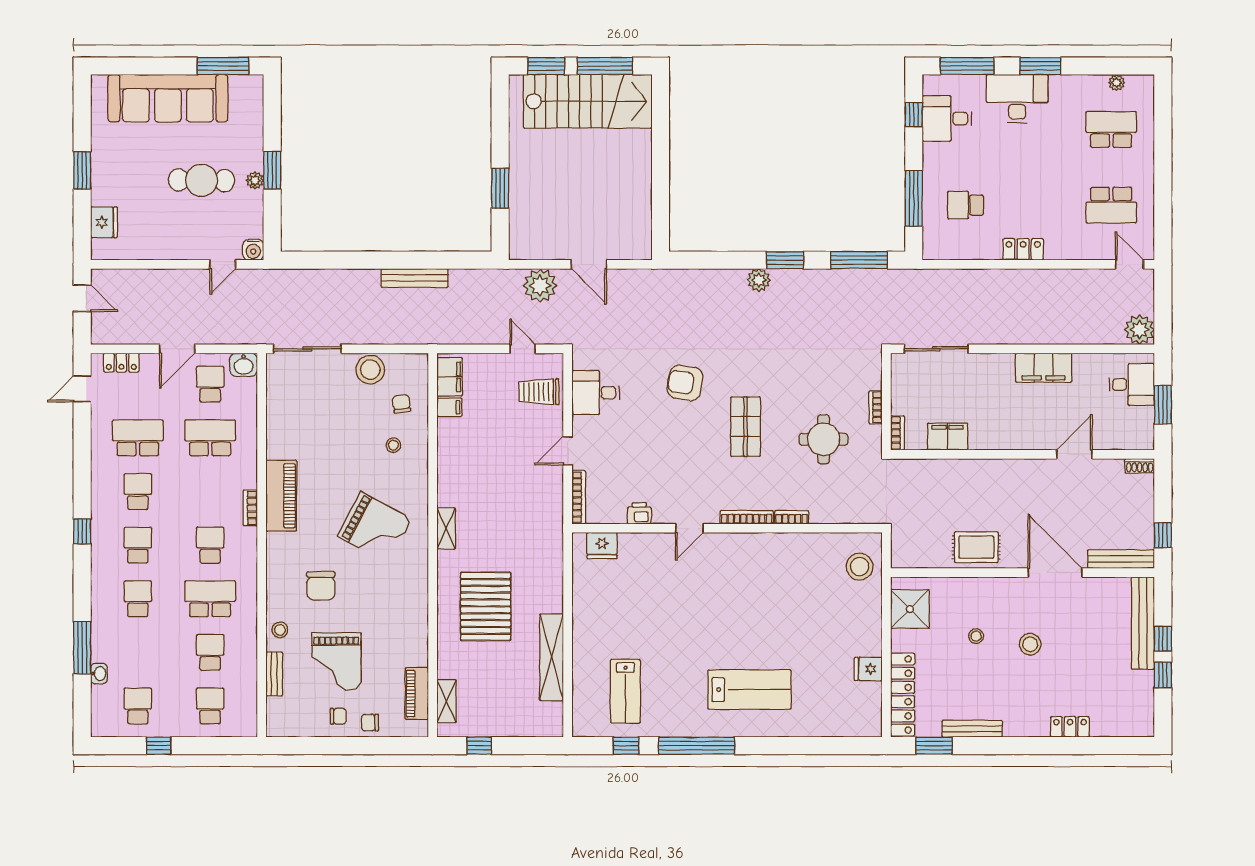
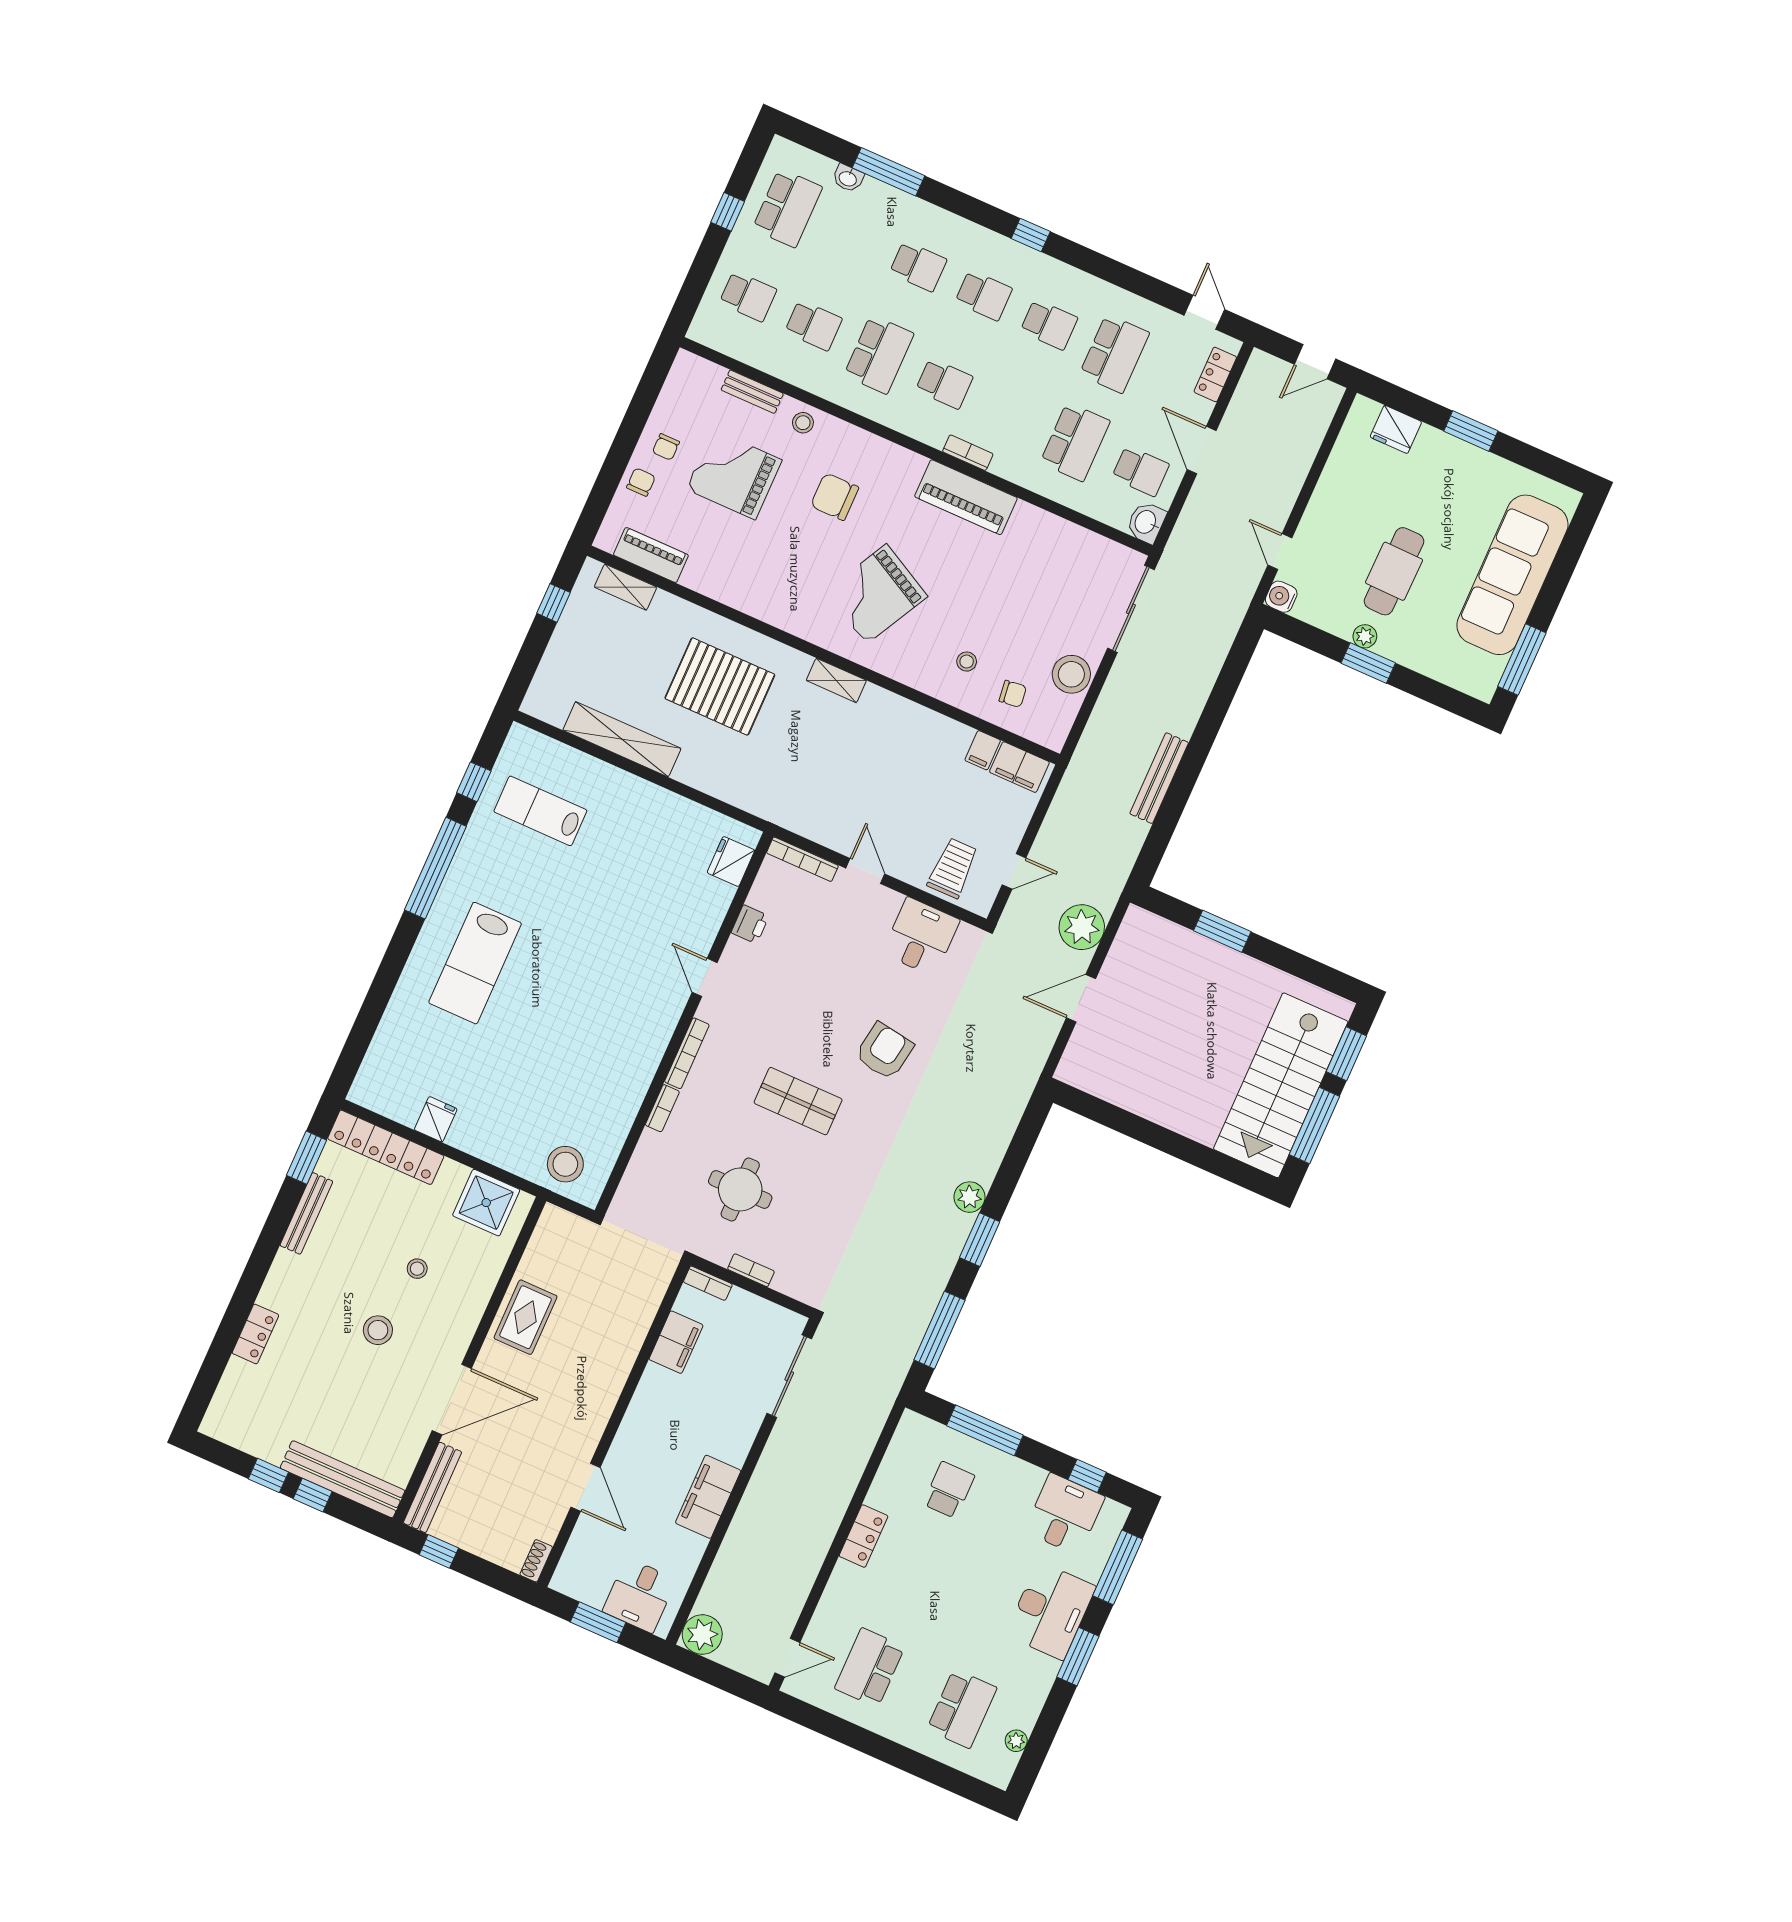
school desk: (138, 706) -> (787, 208), width x1.85

